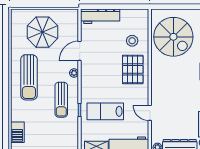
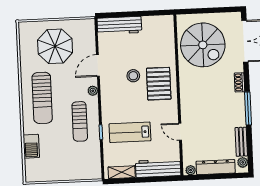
stool: (132, 41) -> (133, 76), moved
barbecue: (17, 132) -> (31, 146), moved

